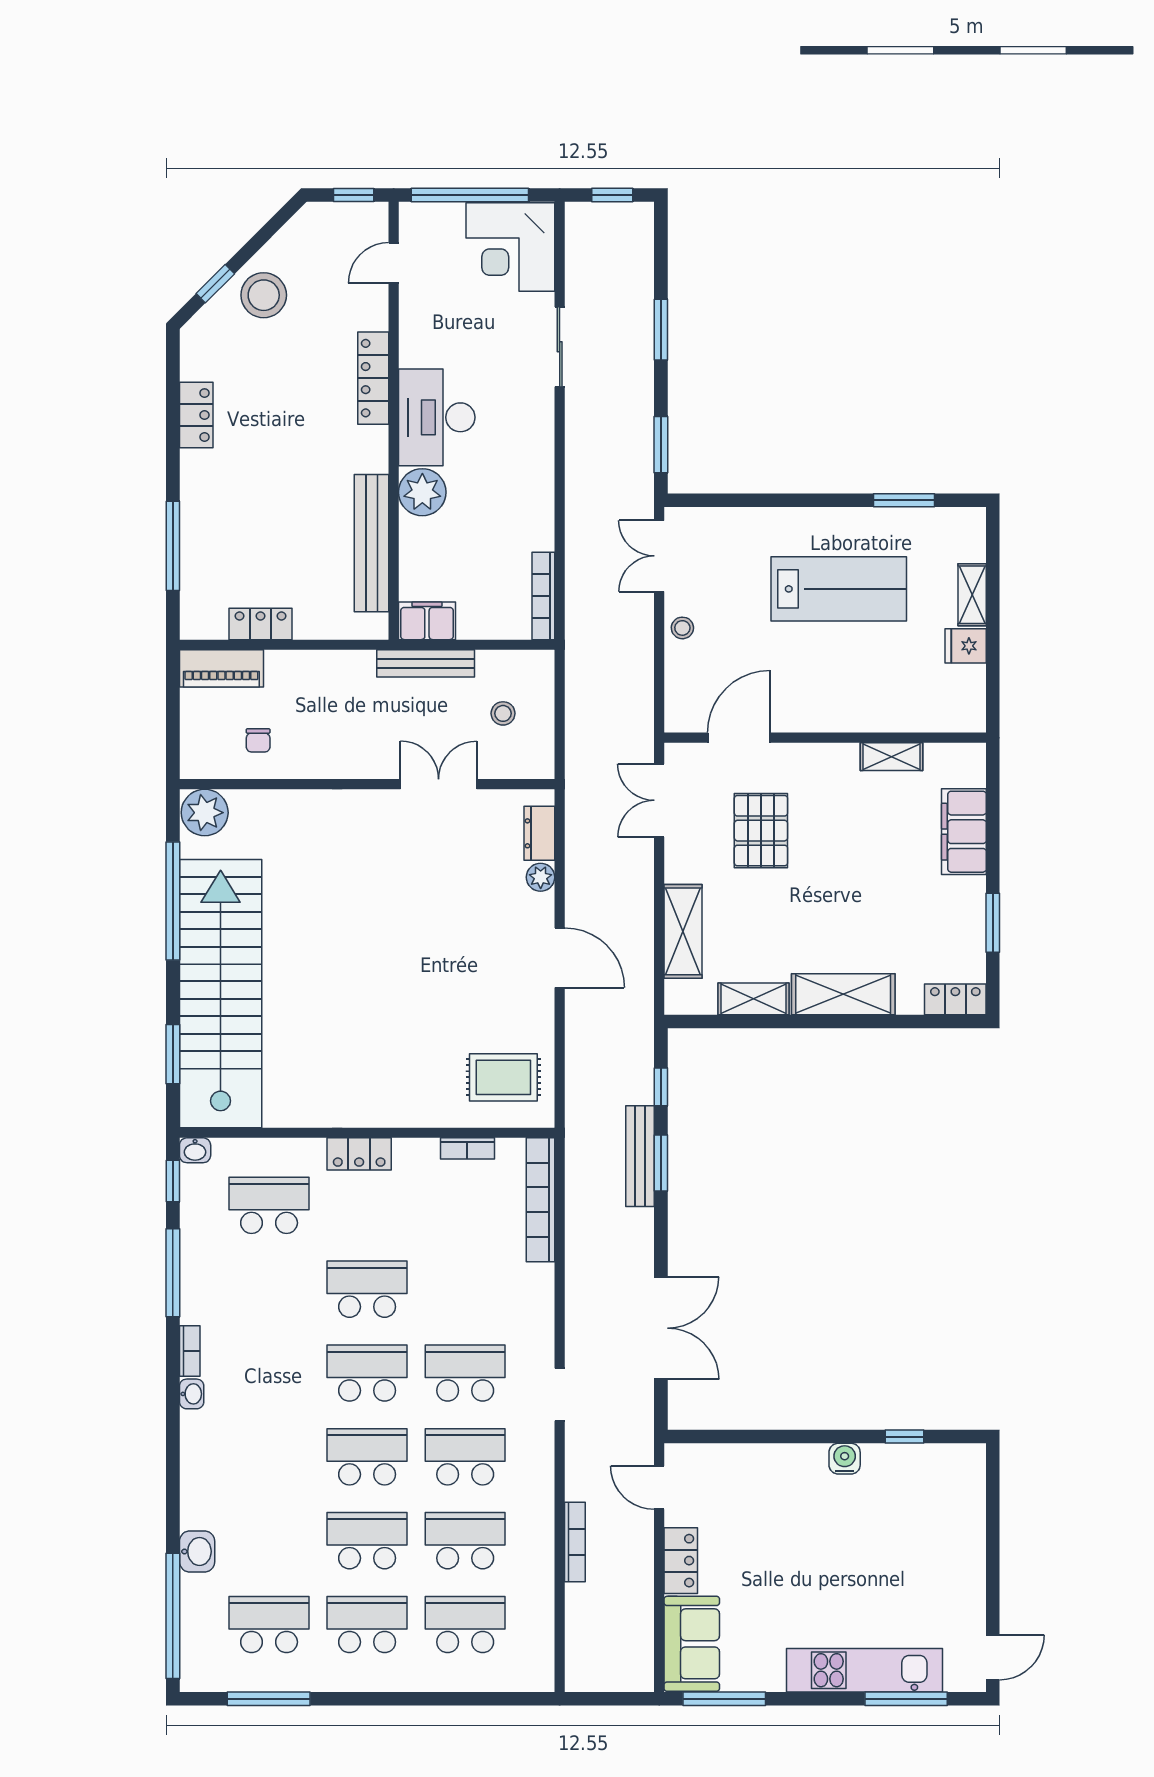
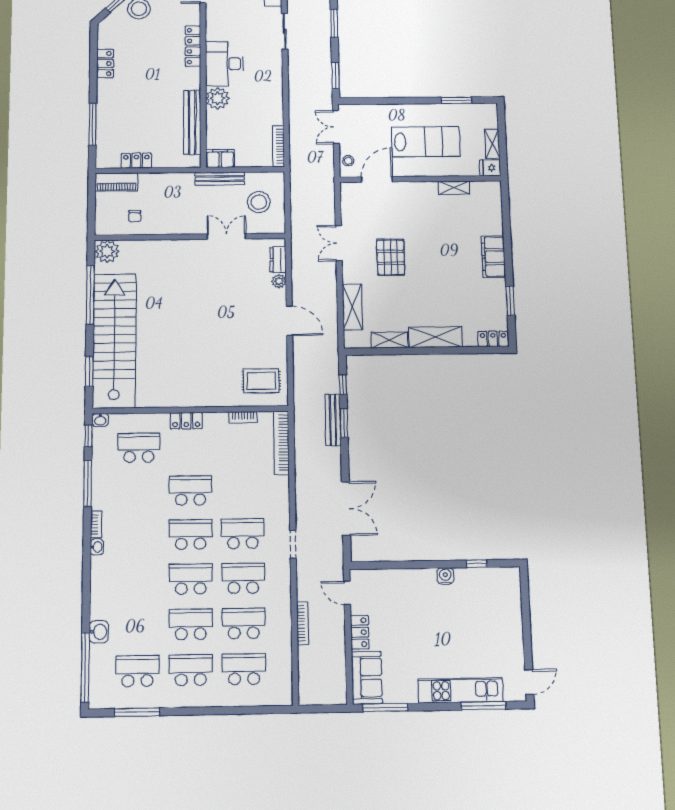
stool: (503, 713) -> (259, 202), width x1.89, depth x1.89
door: (739, 738) -> (377, 179), moved
wall: (825, 738) -> (420, 179), moved
shelving: (891, 757) -> (454, 188), moved

